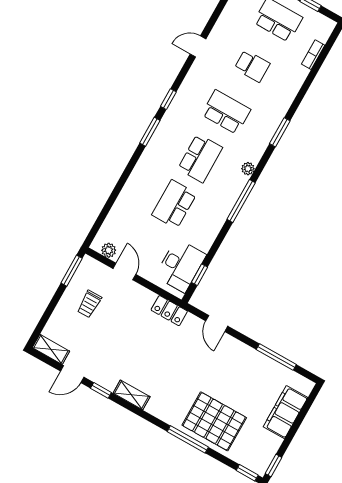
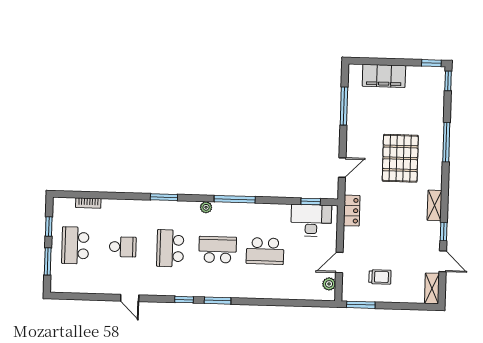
school desk: (252, 66) -> (123, 247), turned 90
pallet: (214, 421) -> (400, 158), moved

